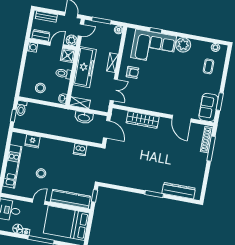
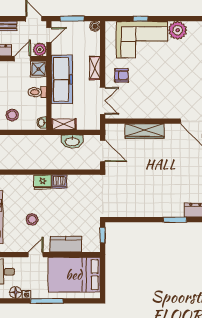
fridge: (32, 141) -> (43, 182), moved
dishwasher: (80, 150) -> (59, 182), moved
kitchen counter: (70, 199) -> (66, 244), width x0.67

